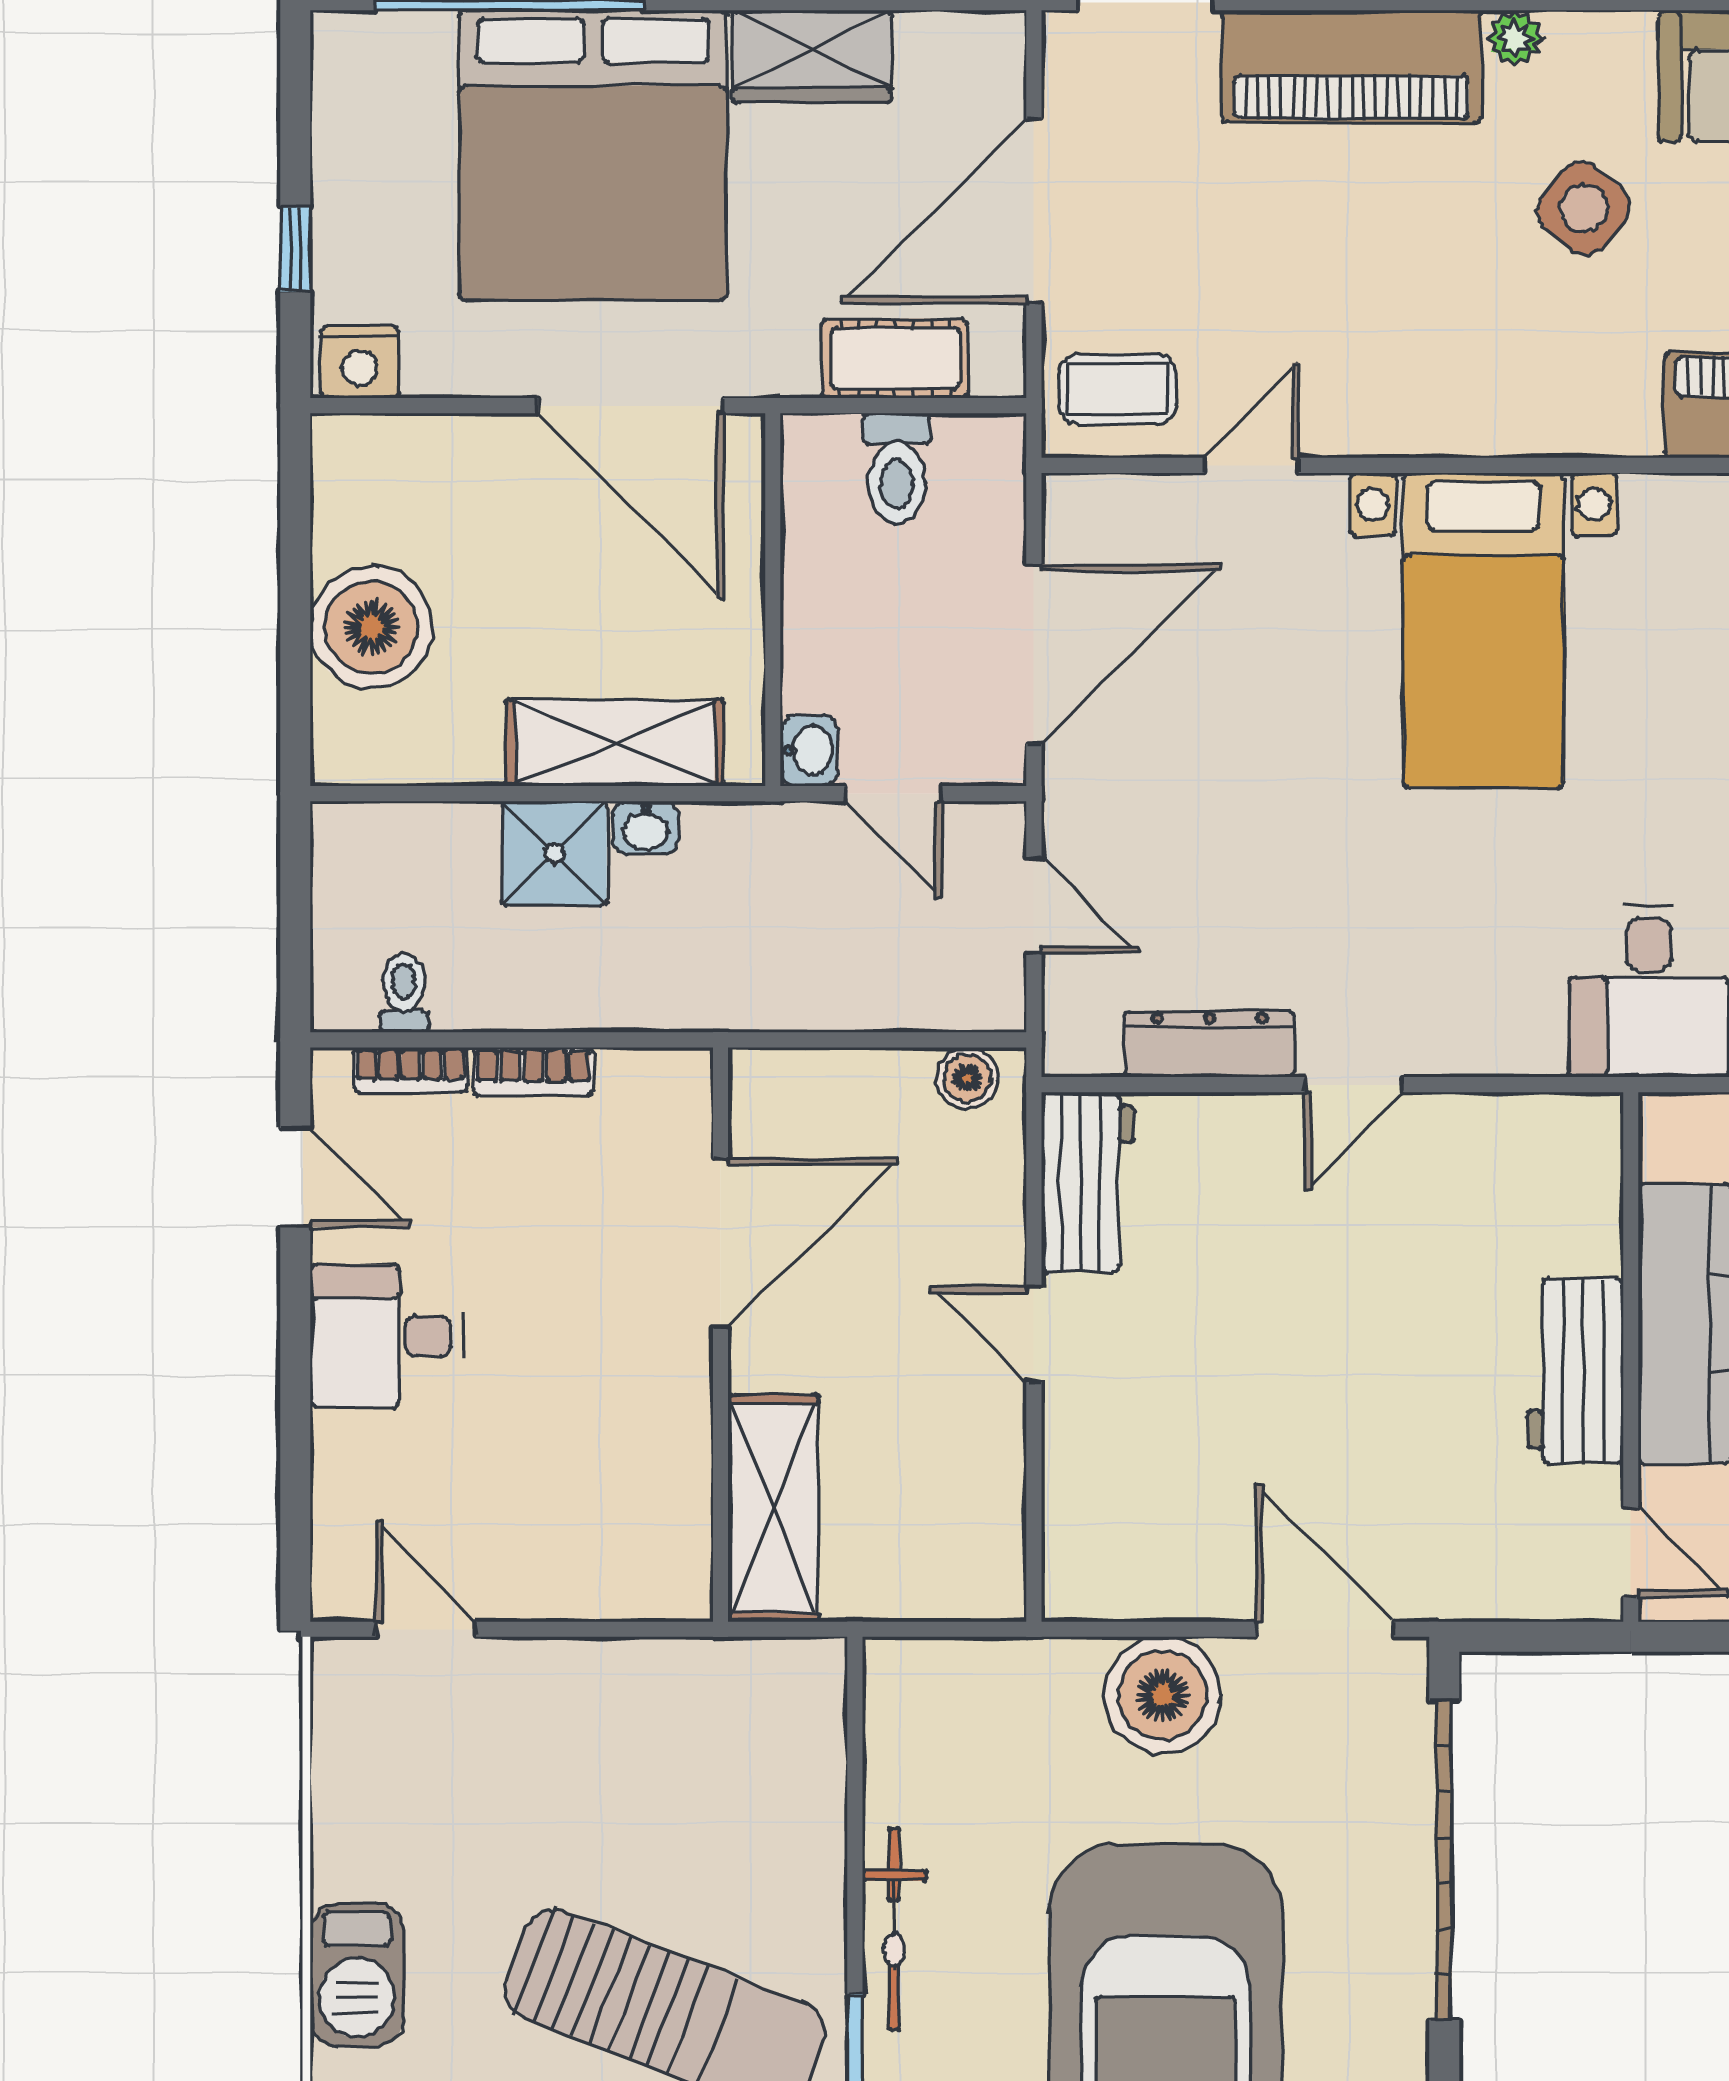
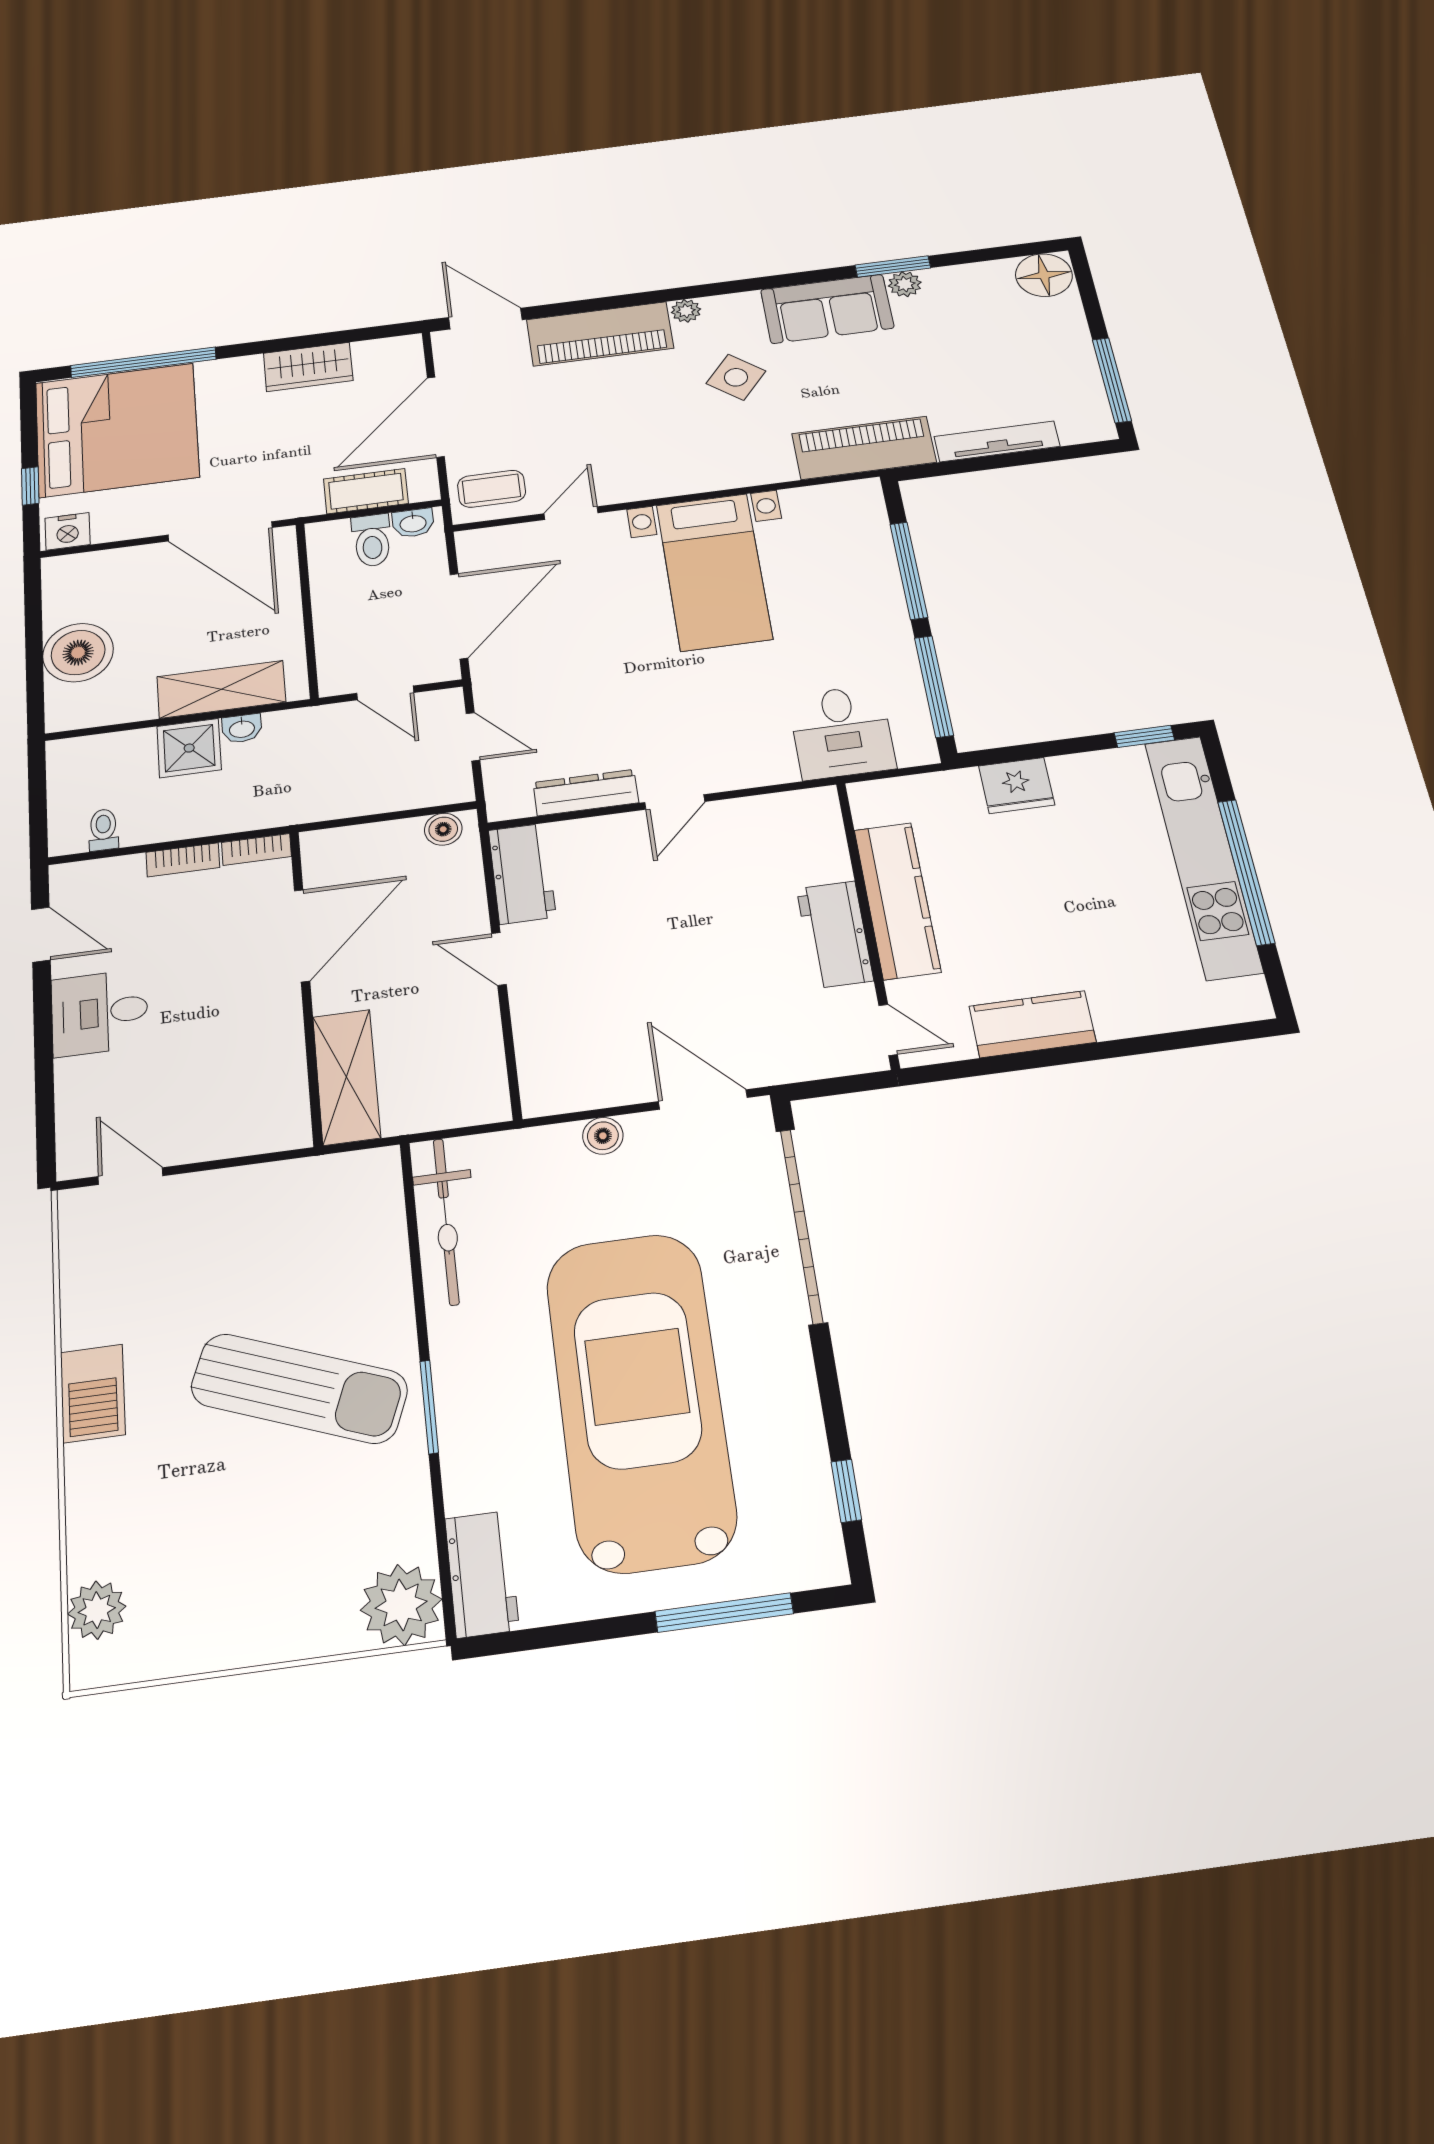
bed: (593, 155) -> (117, 430), moved, turned -90
washbasin: (809, 750) -> (413, 523), moved, turned 90
bookcase: (411, 1070) -> (256, 849), moved
boiler: (1163, 1695) -> (603, 1136), width x0.54, depth x0.54
bicycle: (894, 1929) -> (446, 1221), moved, width x1.37, depth x1.40

